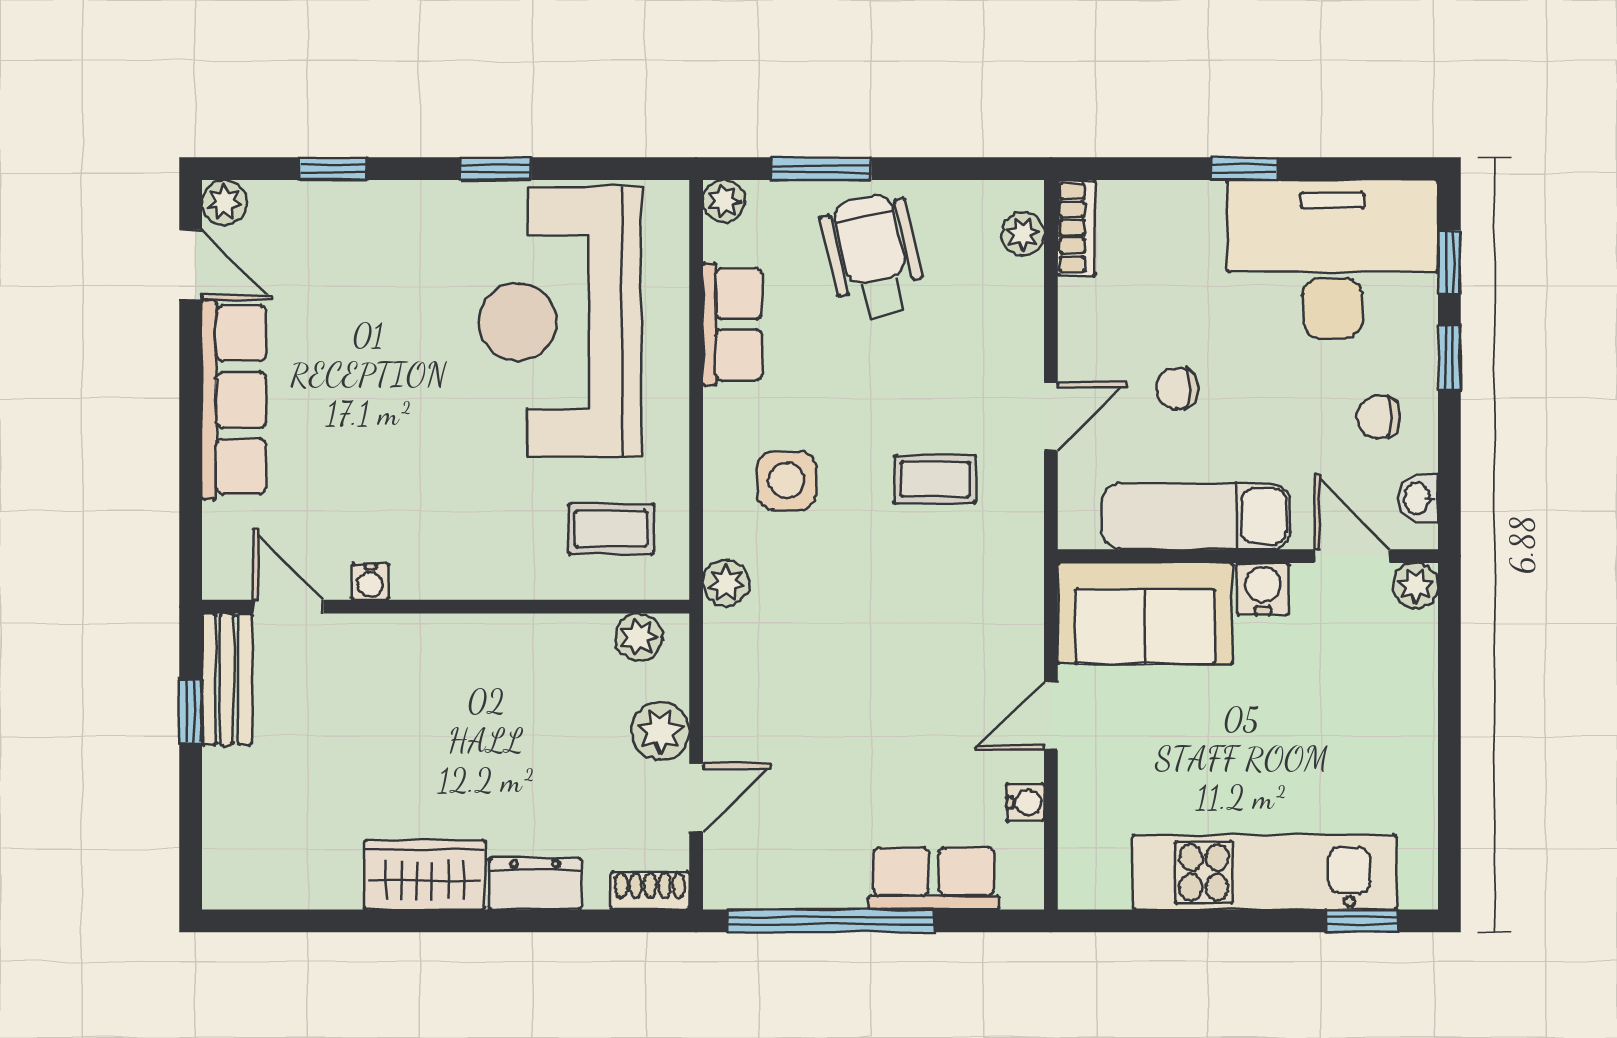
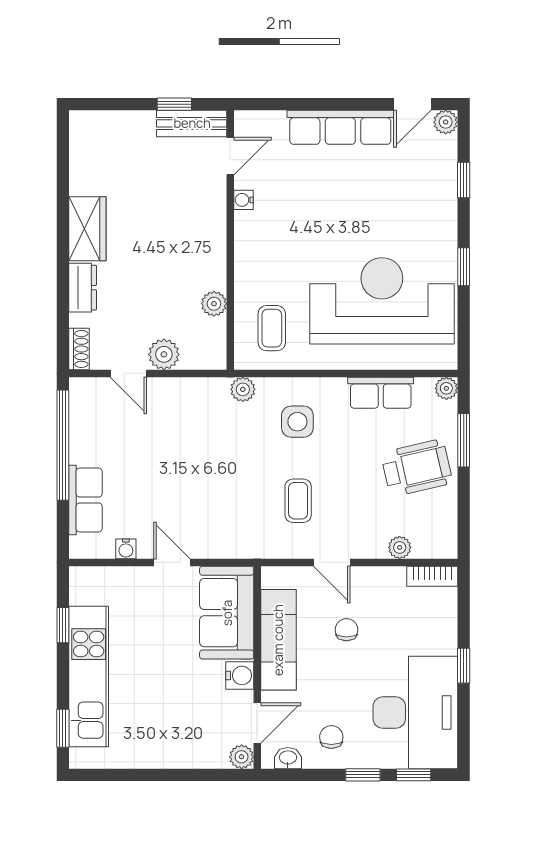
plant: (1023, 234) -> (400, 547), moved
plant: (639, 637) -> (214, 304), moved
window: (1168, 921) -> (63, 625), added

